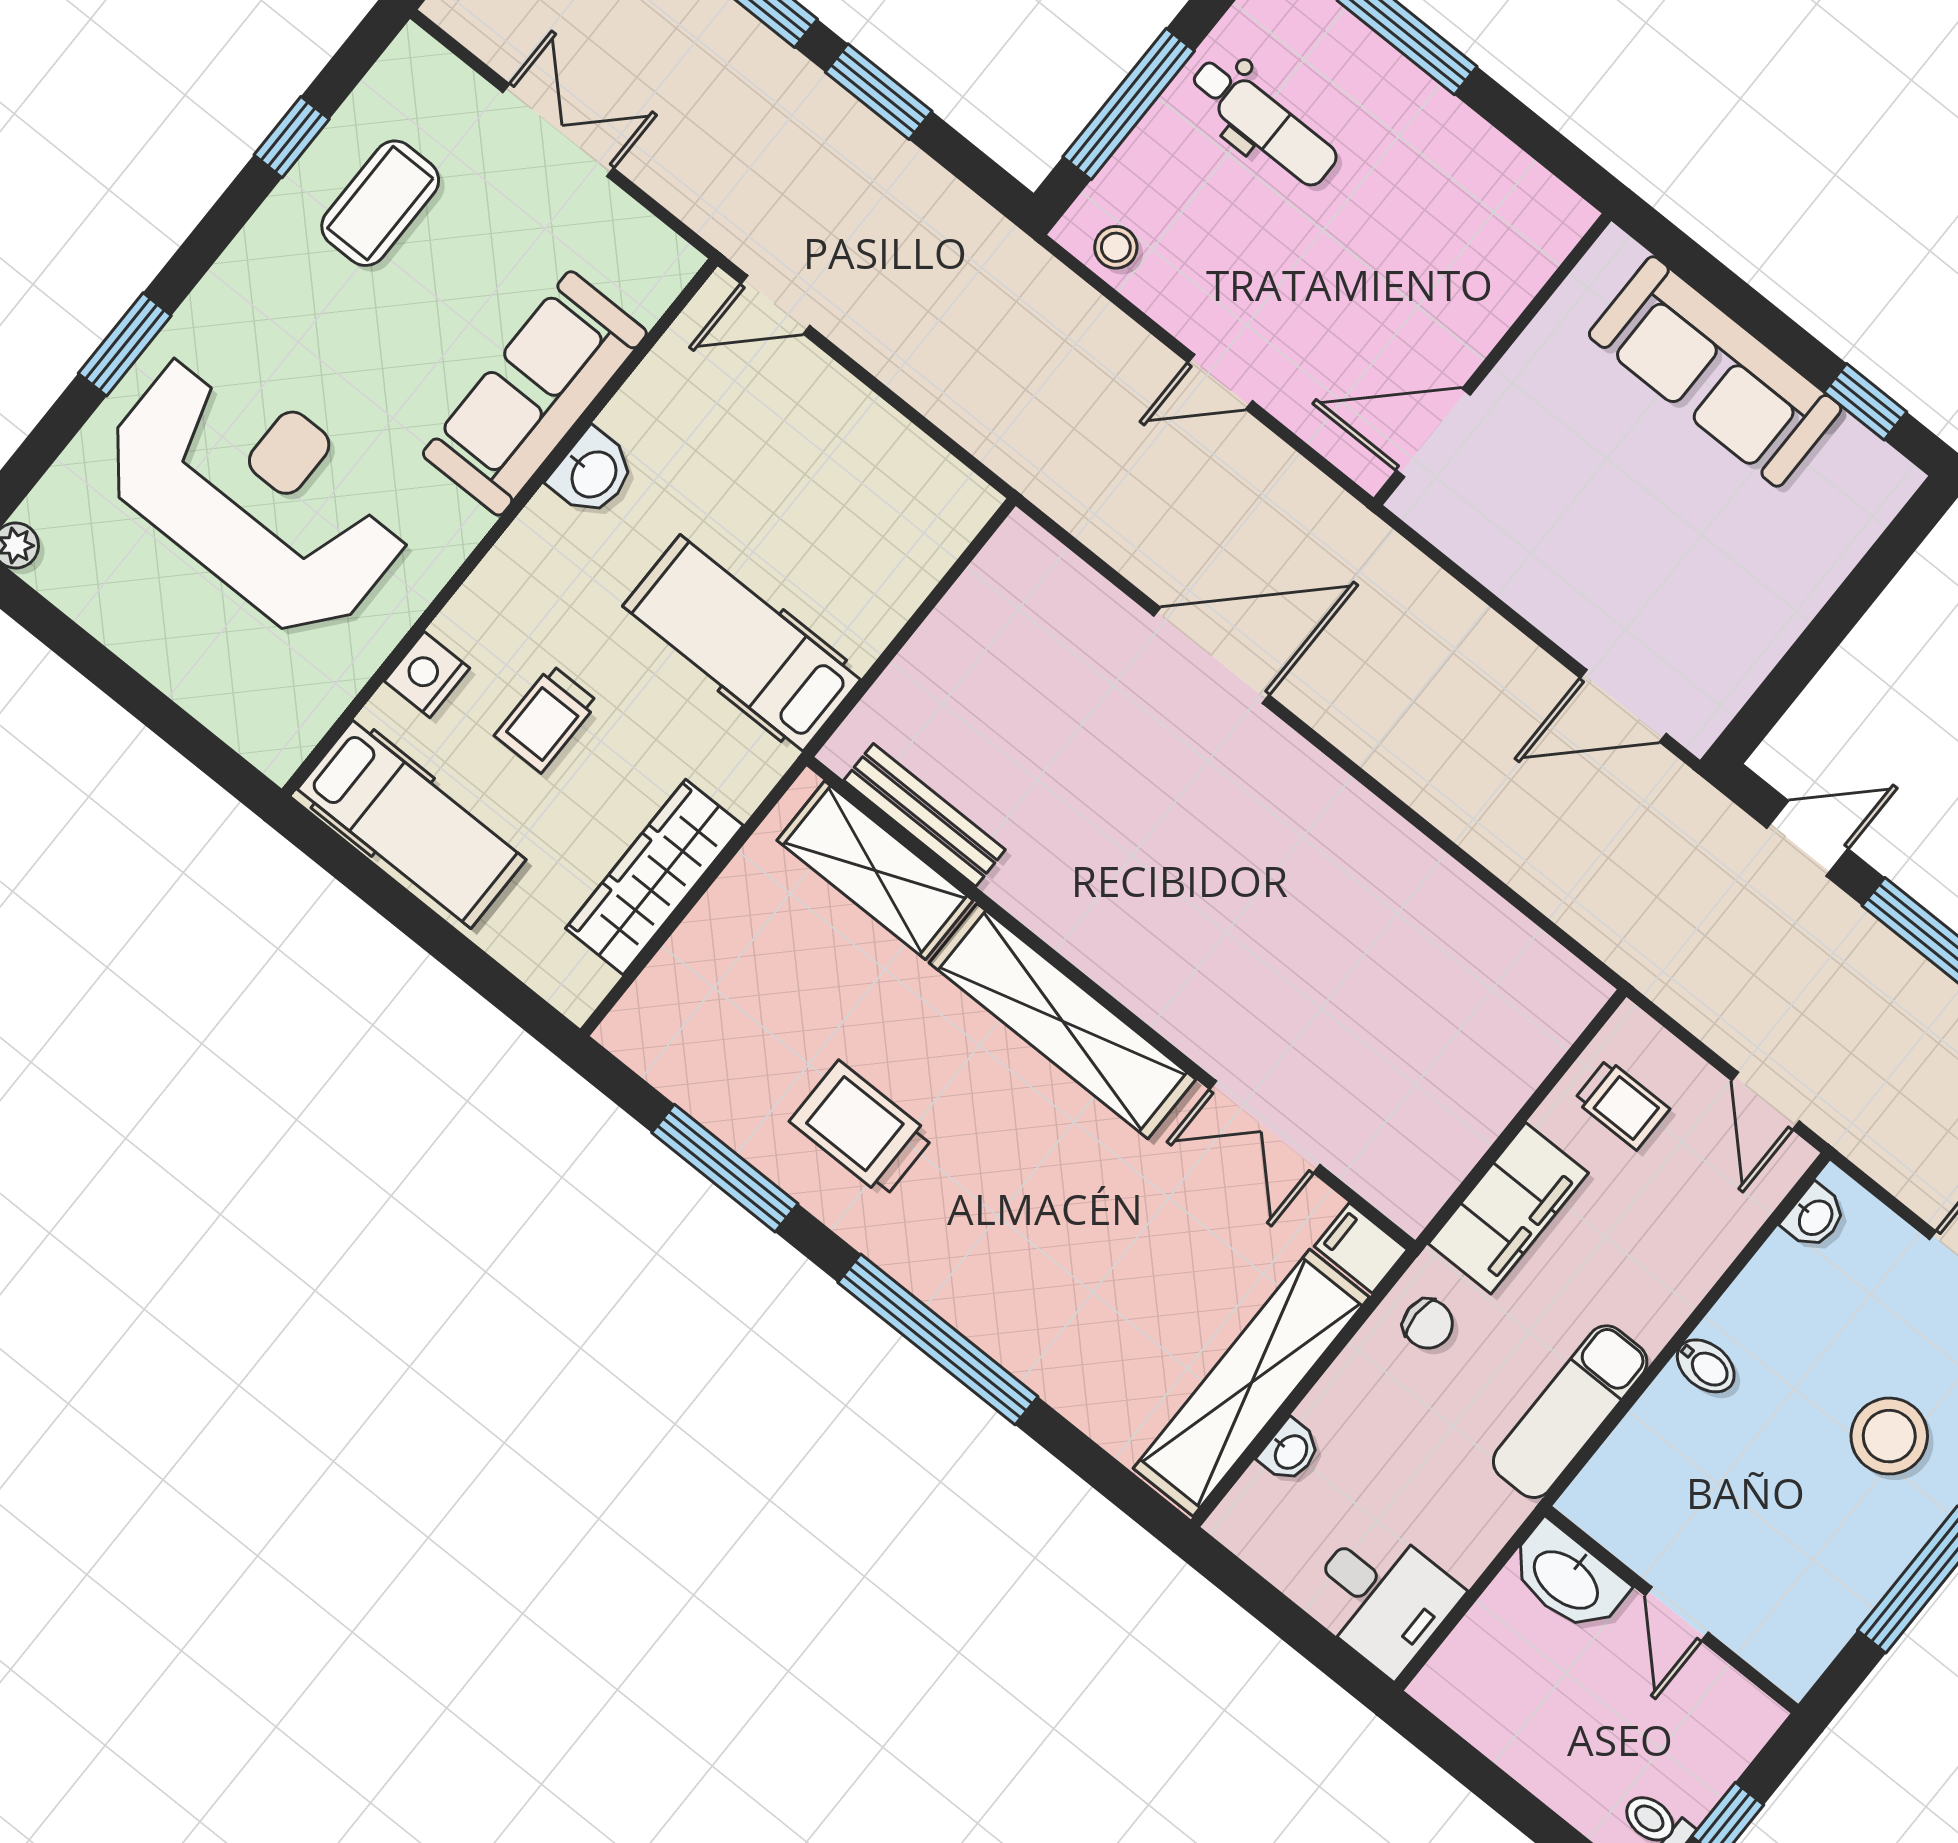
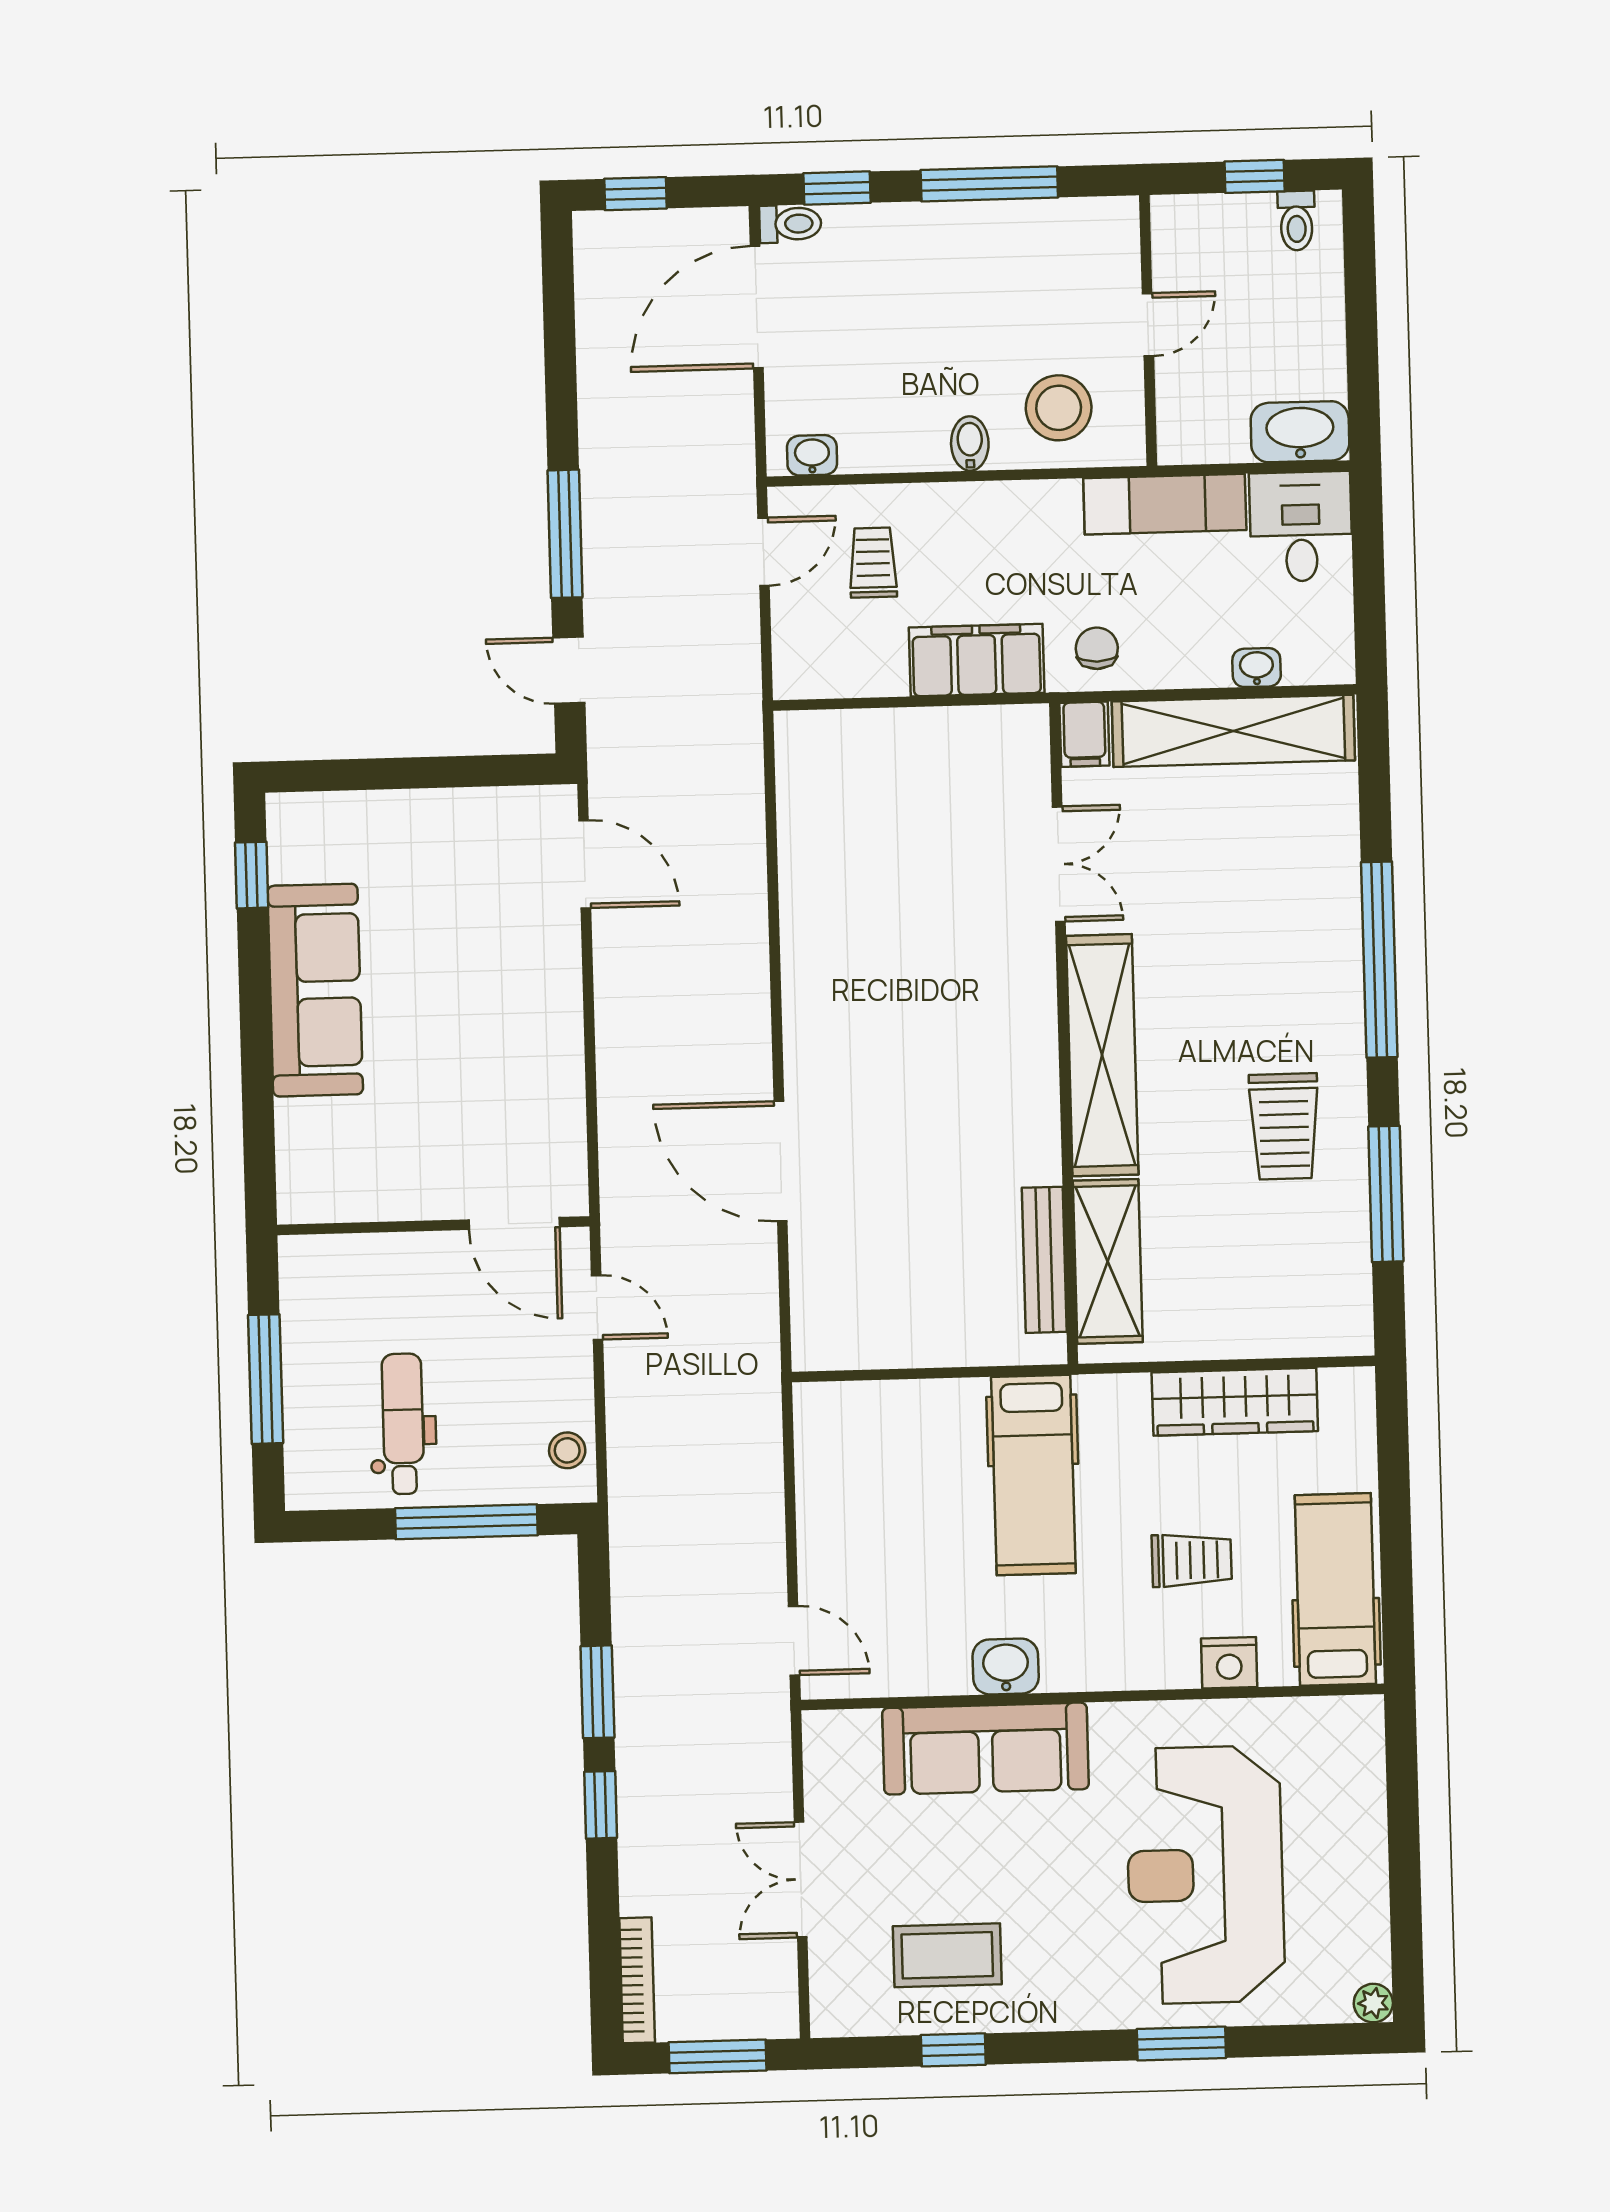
wall: (1492, 359) -> (433, 1226), moved
door: (1433, 433) -> (514, 1223), moved
trolley: (1622, 1104) -> (873, 563), moved
exam couch: (1570, 1412) -> (1165, 504), moved
stool: (1889, 1436) -> (1059, 408), moved
washbasin: (1567, 1578) -> (1300, 432), moved, turned -90

